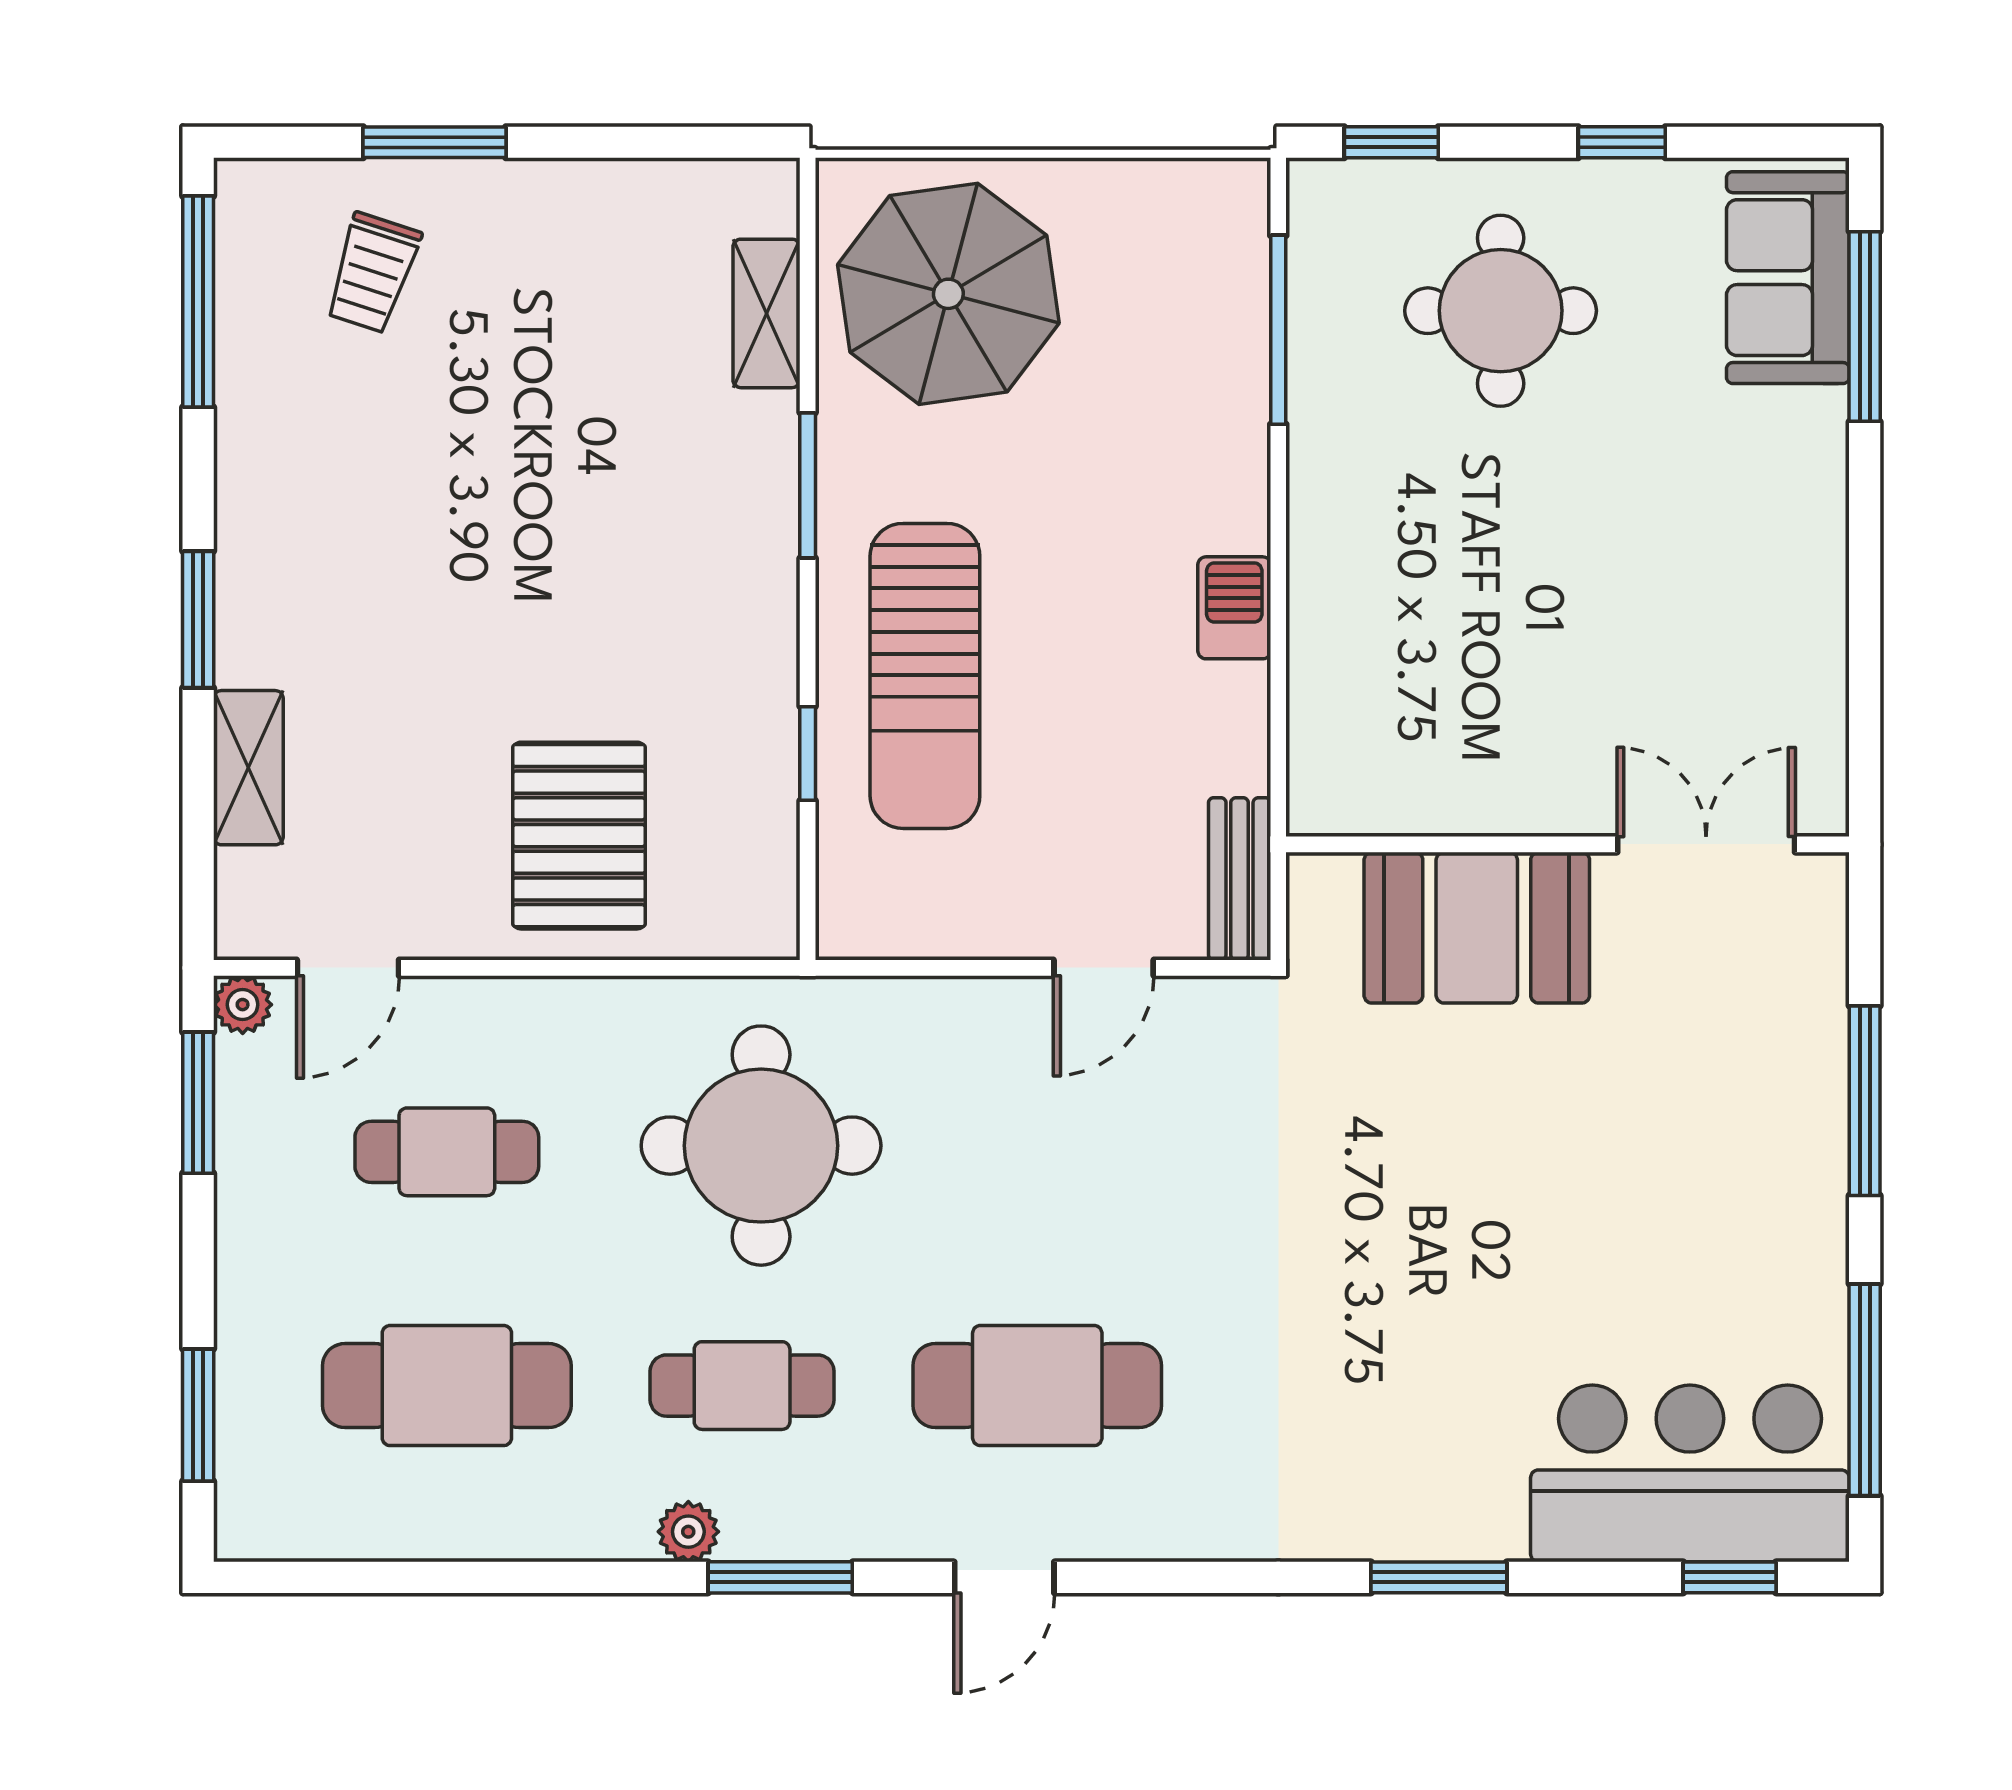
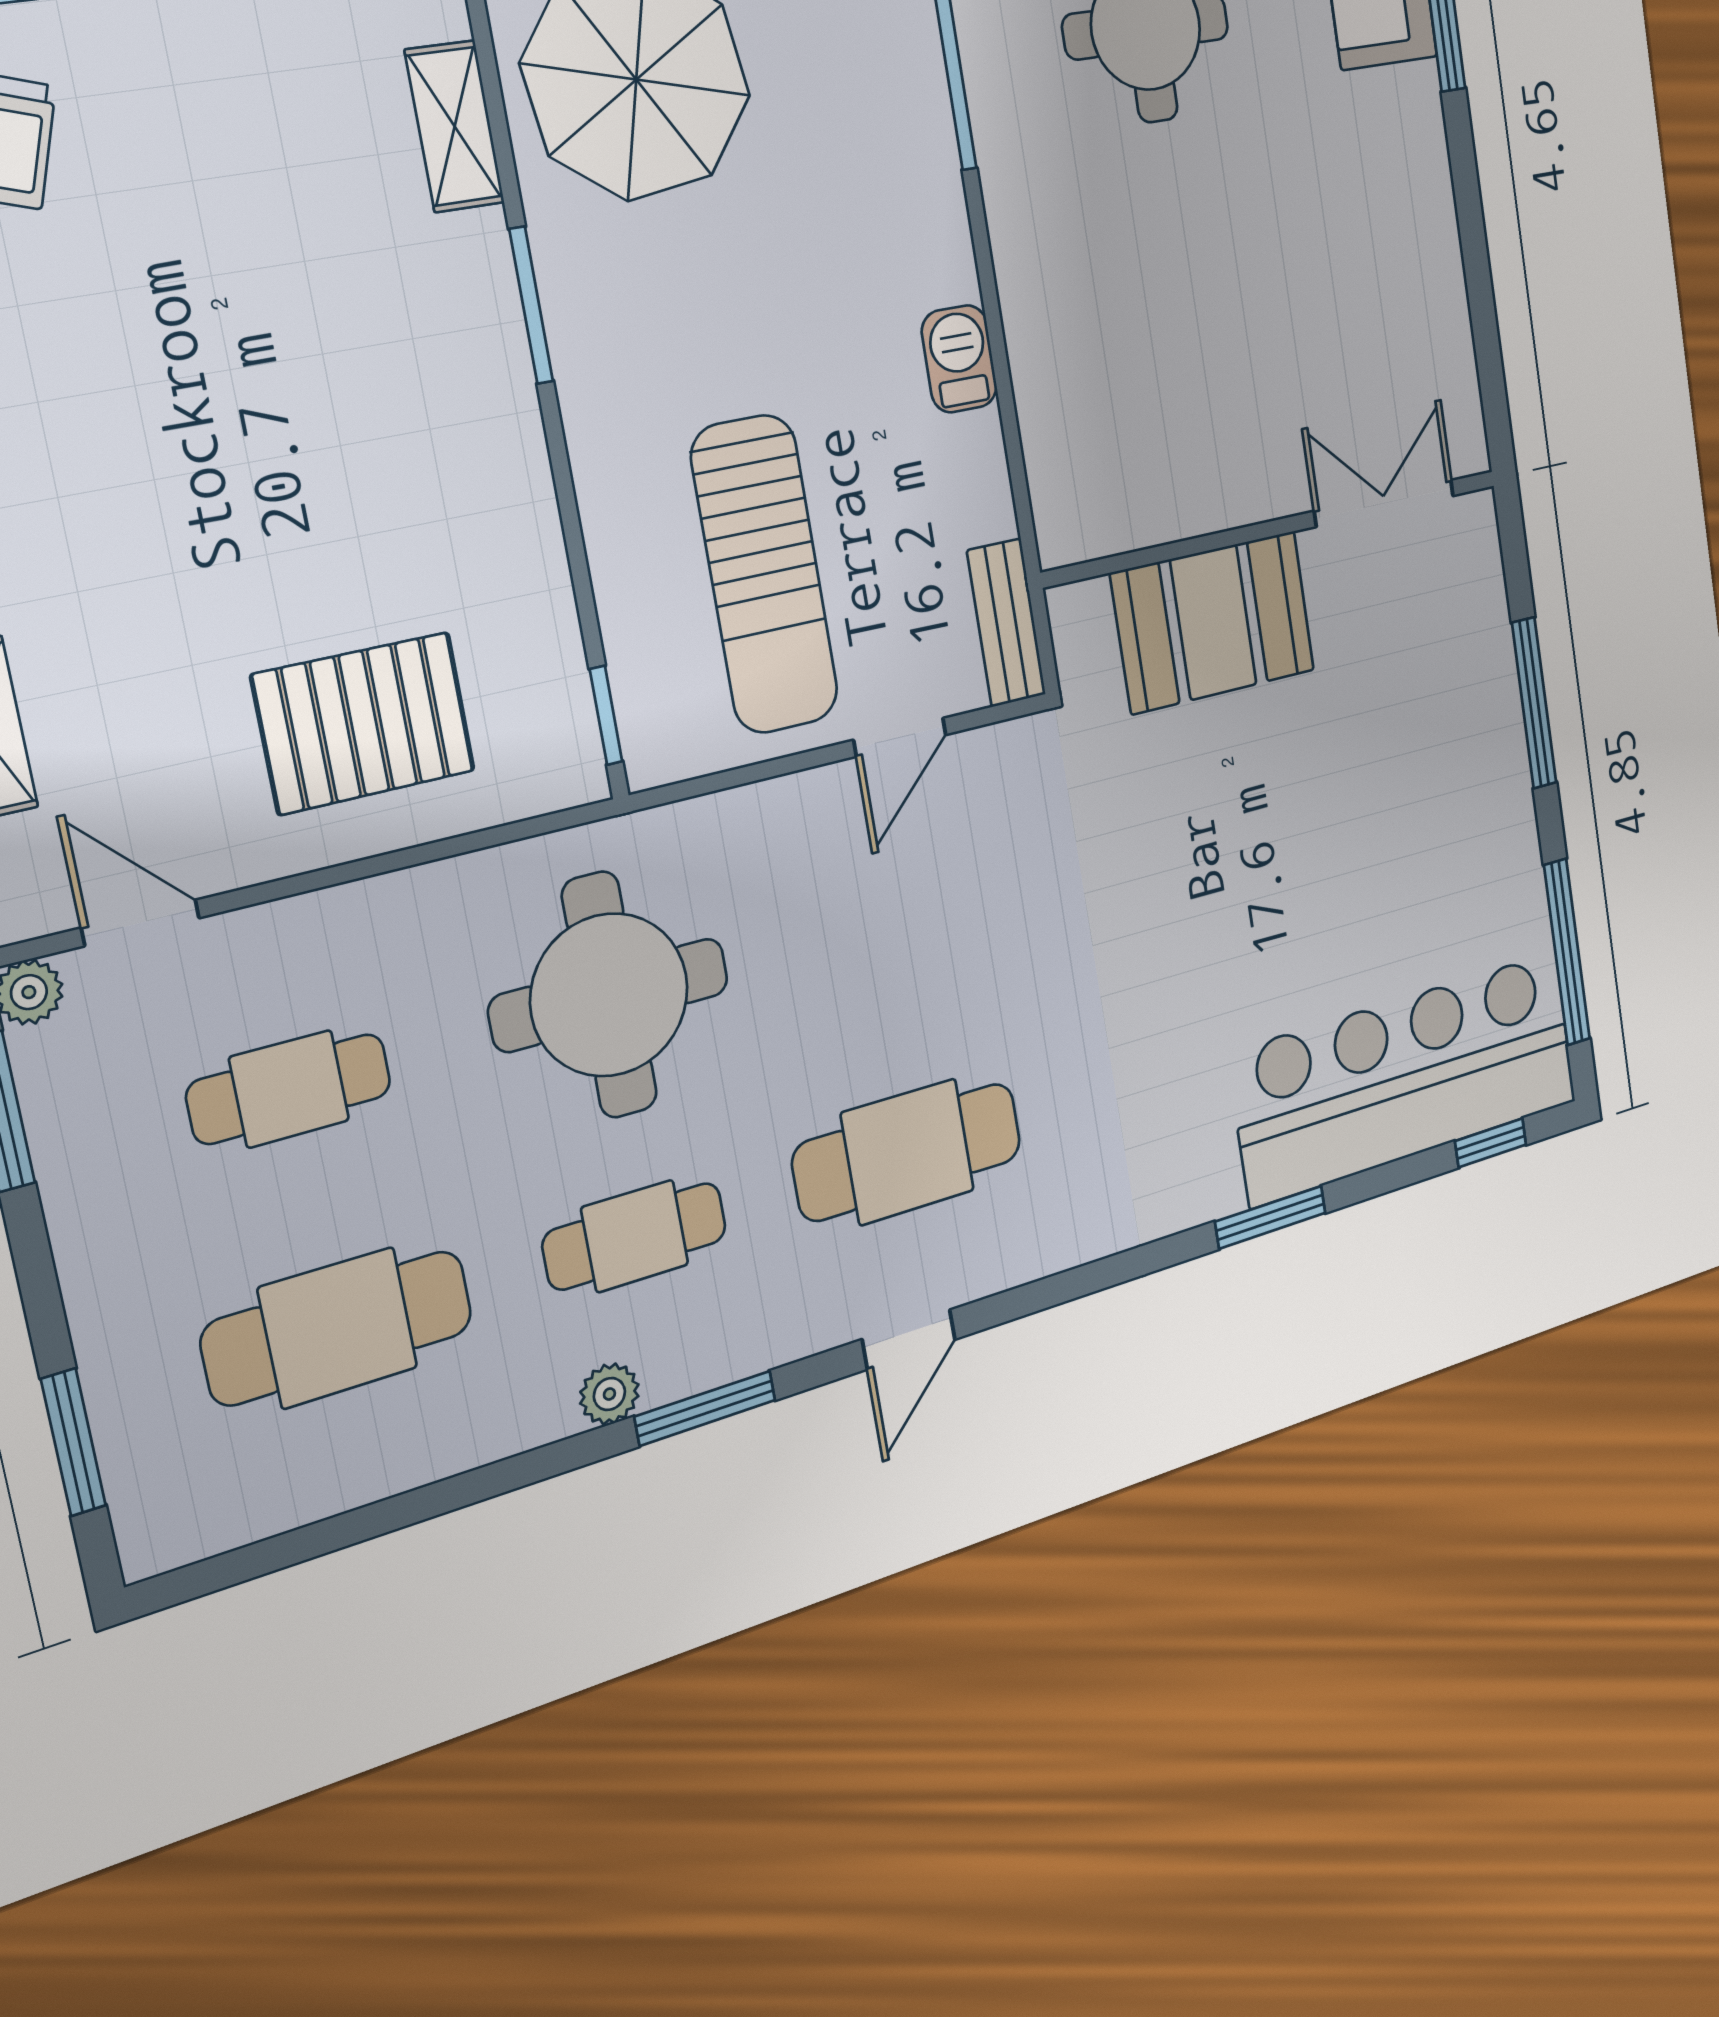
sun lounger: (925, 676) -> (765, 575), moved
window: (808, 753) -> (606, 715), moved
pallet: (579, 836) -> (364, 723), turned 90
door: (348, 968) -> (140, 923), swing flipped
bar counter: (1690, 1473) -> (1406, 1078), width x1.36

